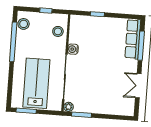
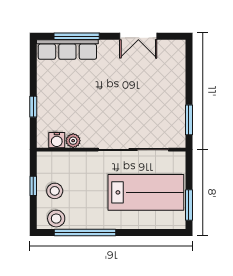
stool: (58, 31) -> (55, 191), moved
water cooler: (73, 49) -> (57, 140), moved
lab bench: (36, 83) -> (146, 192), turned 180
plant: (68, 107) -> (73, 141), moved

